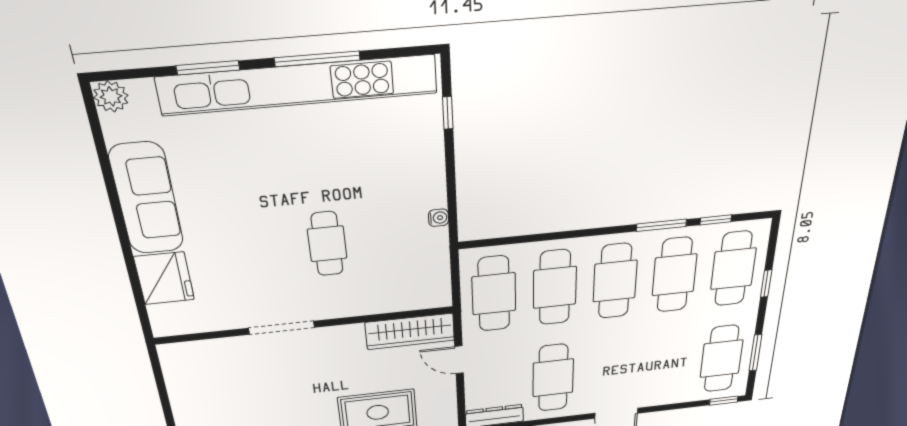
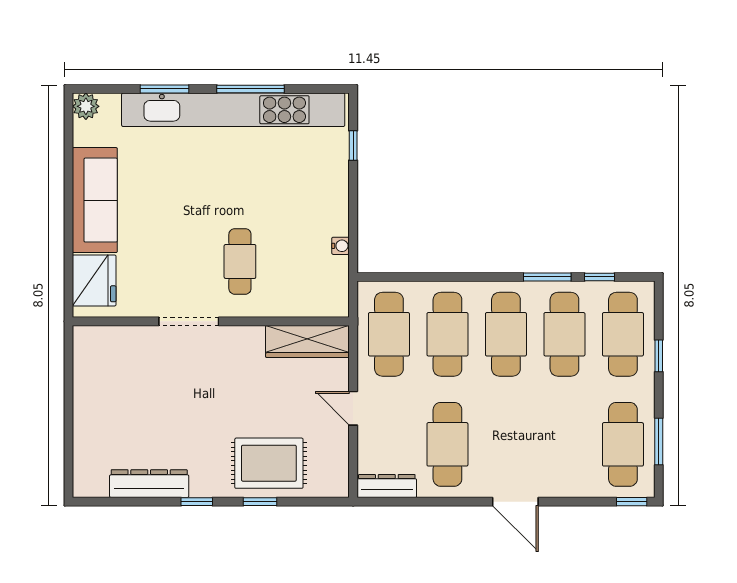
wall: (306, 325) -> (211, 321), moved
doorway: (282, 328) -> (189, 321), moved
wardrobe: (410, 331) -> (307, 341), moved

